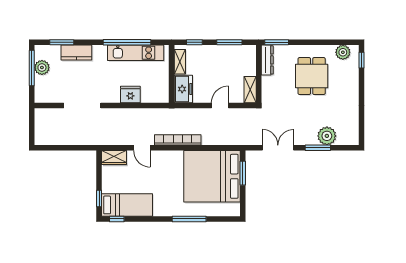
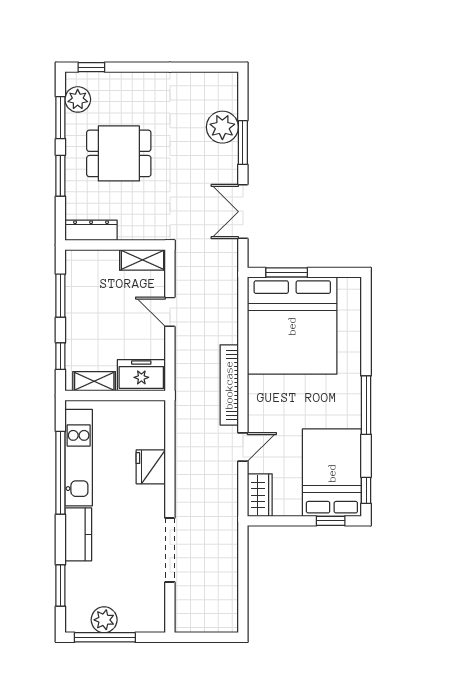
window: (277, 42) -> (60, 176), moved
window: (332, 42) -> (60, 118), added
kitchen counter: (76, 53) -> (78, 534), moved
bed: (127, 205) -> (332, 473), width x1.50
window: (189, 219) -> (366, 405), moved

